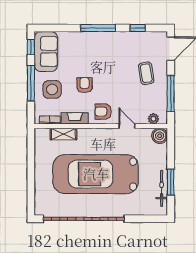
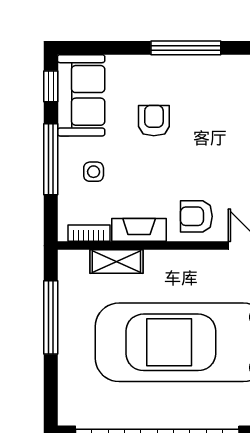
armchair: (85, 85) -> (154, 121), moved
side table: (52, 89) -> (94, 172), width x0.54, depth x0.54
window: (31, 162) -> (51, 317), added

